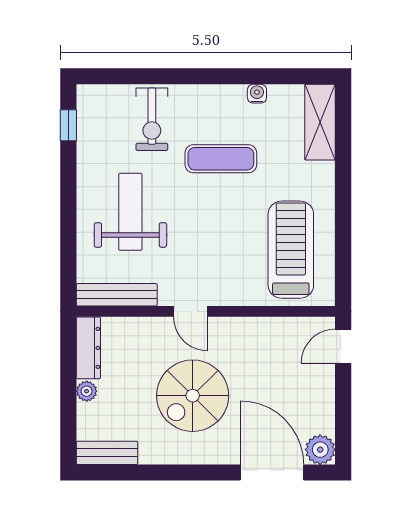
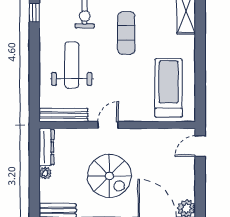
exercise mat: (221, 159) -> (126, 33), turned 90
door: (190, 311) -> (108, 125), swing flipped
spiral stairs: (193, 396) -> (109, 176), turned -90

